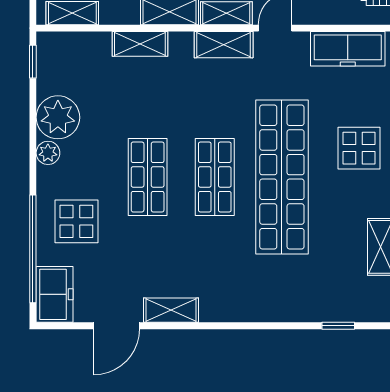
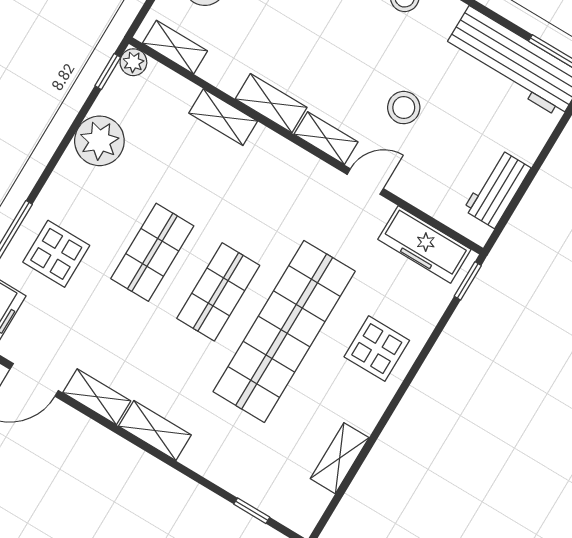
shelving: (224, 45) -> (155, 431), moved
plant: (48, 153) -> (133, 62), moved

